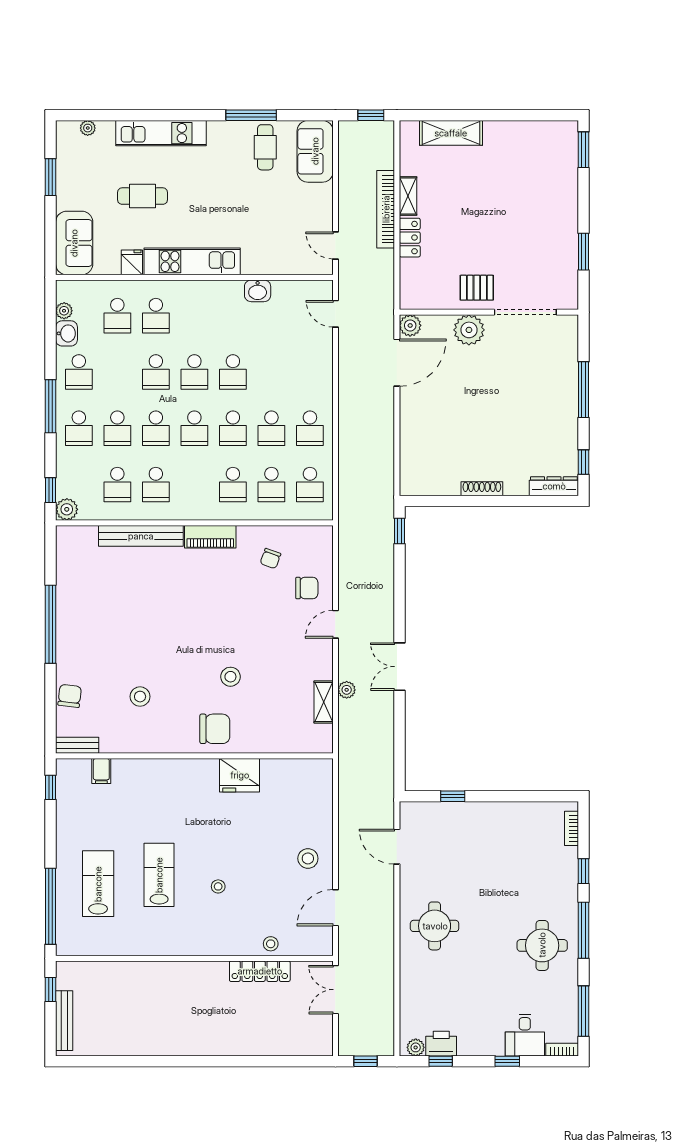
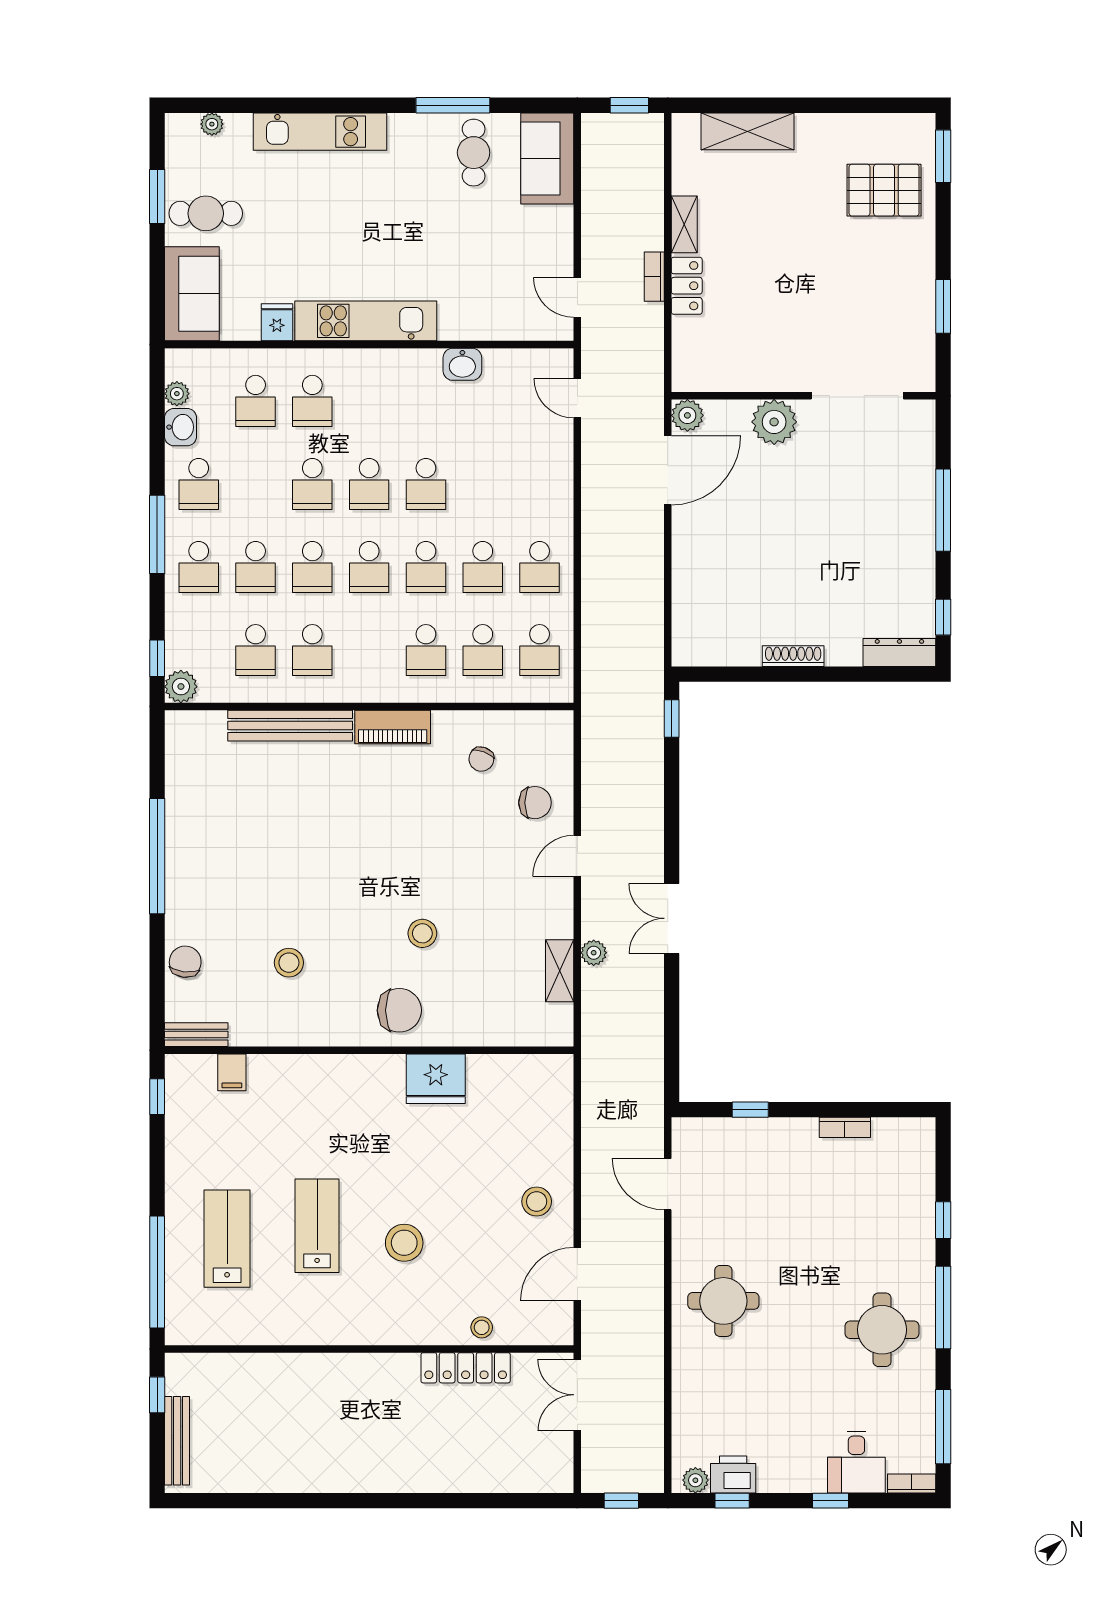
cafe table: (143, 196) -> (206, 213), moved
bookcase: (386, 209) -> (654, 277), width x0.43, depth x0.76
pallet: (477, 288) -> (884, 190), moved, width x1.50, depth x1.42
bookcase: (572, 828) -> (845, 1127), moved, turned -90
stool: (218, 886) -> (404, 1243), width x1.89, depth x1.89

